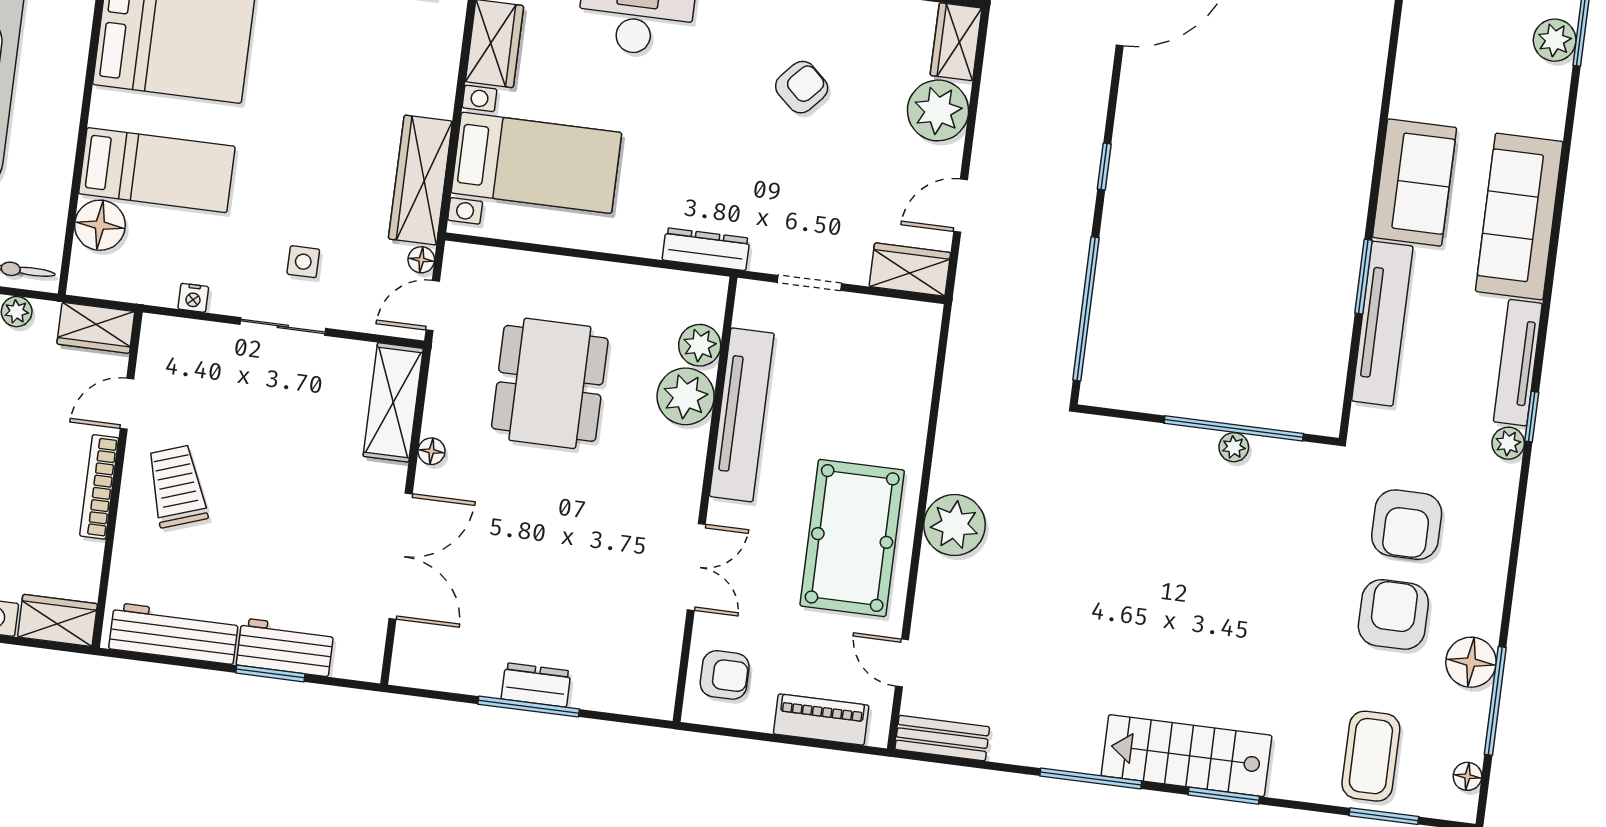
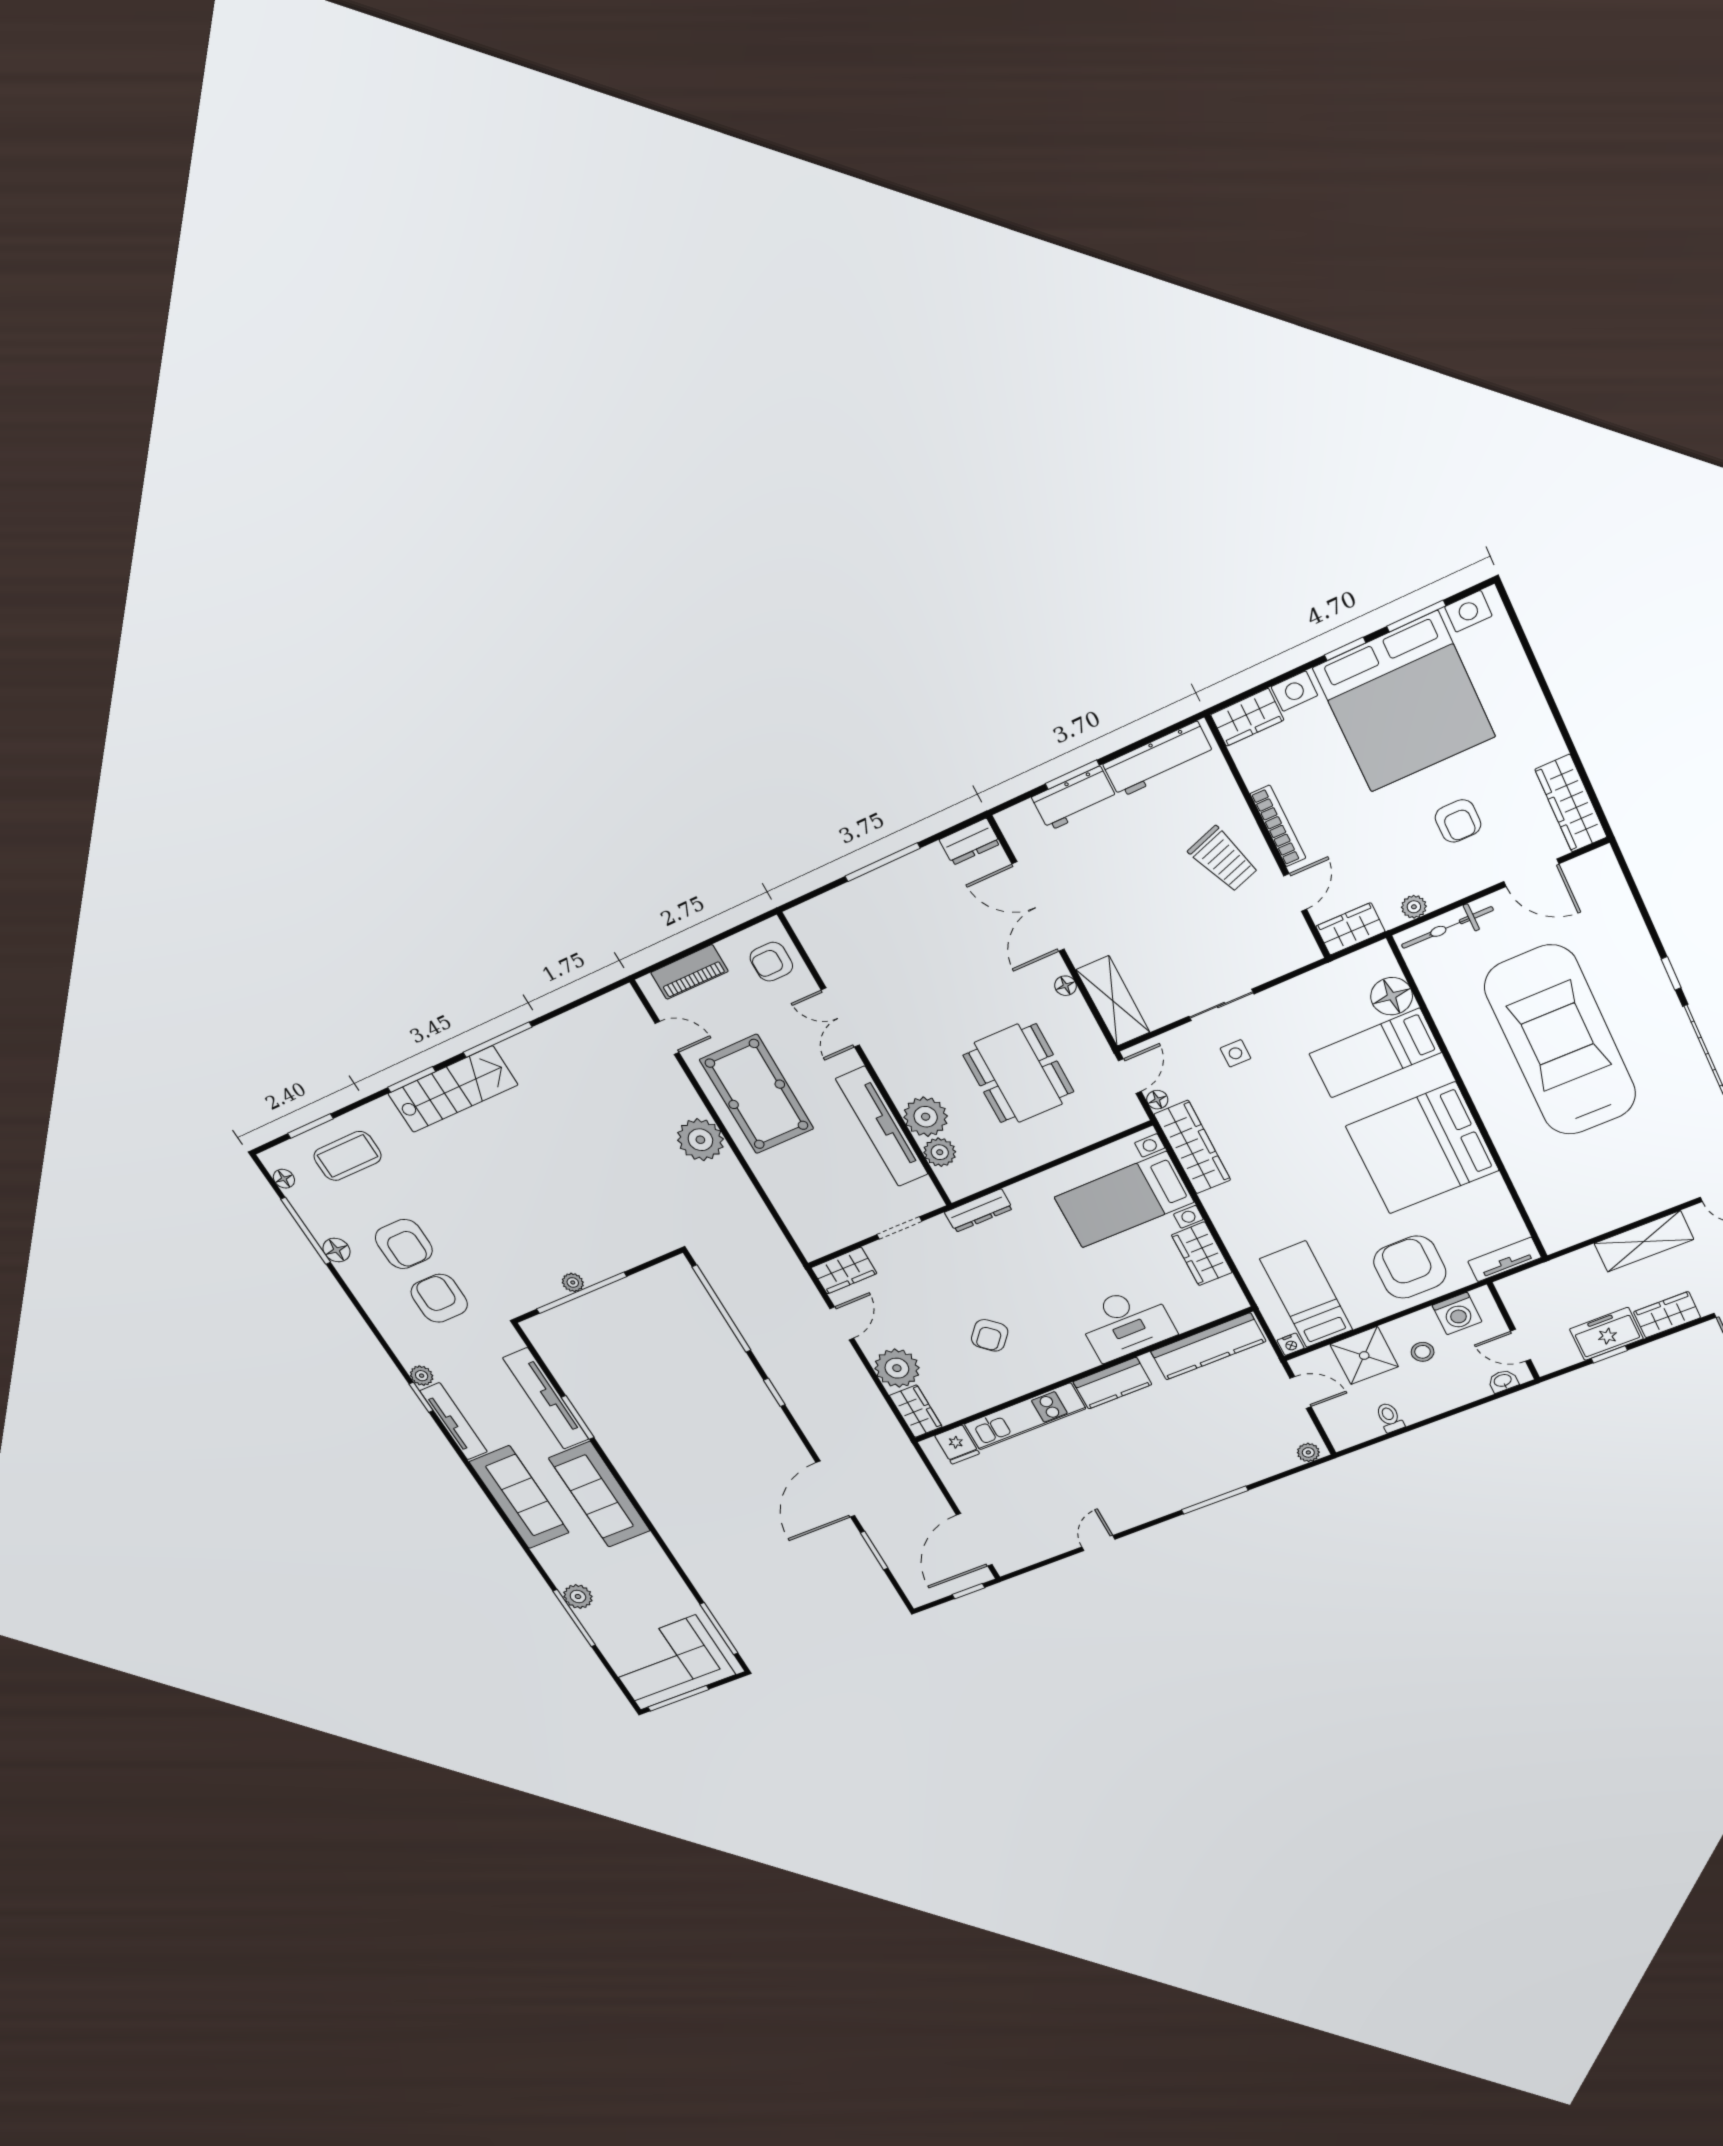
sofa: (1415, 182) -> (600, 1494), width x1.36
nightstand: (193, 298) -> (1295, 988), removed
floor lamp: (1471, 662) -> (337, 1250), width x0.73, depth x0.73
dresser: (536, 685) -> (970, 842), moved
bench: (942, 738) -> (606, 1008), removed
coffee table: (1371, 756) -> (347, 1156), turned 90

